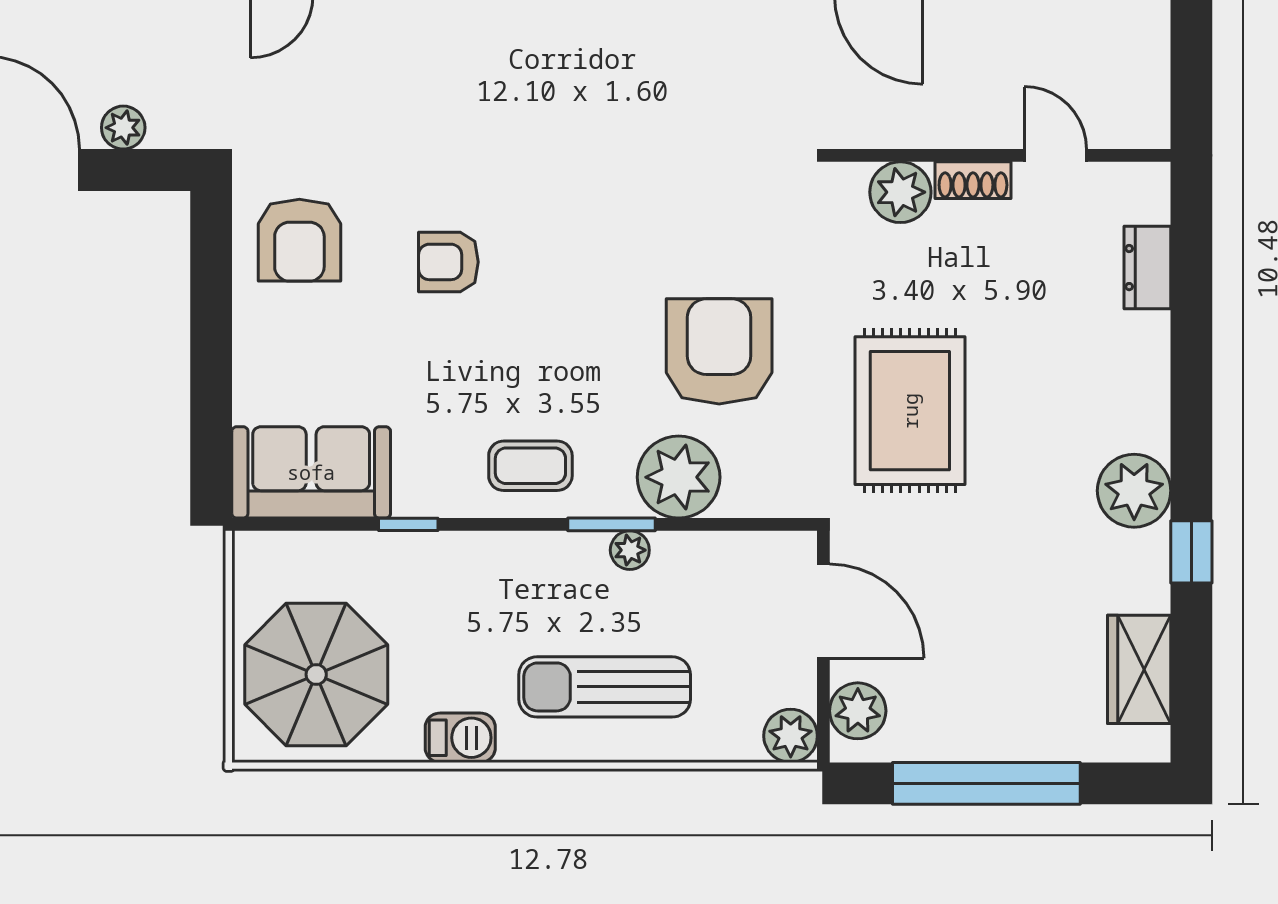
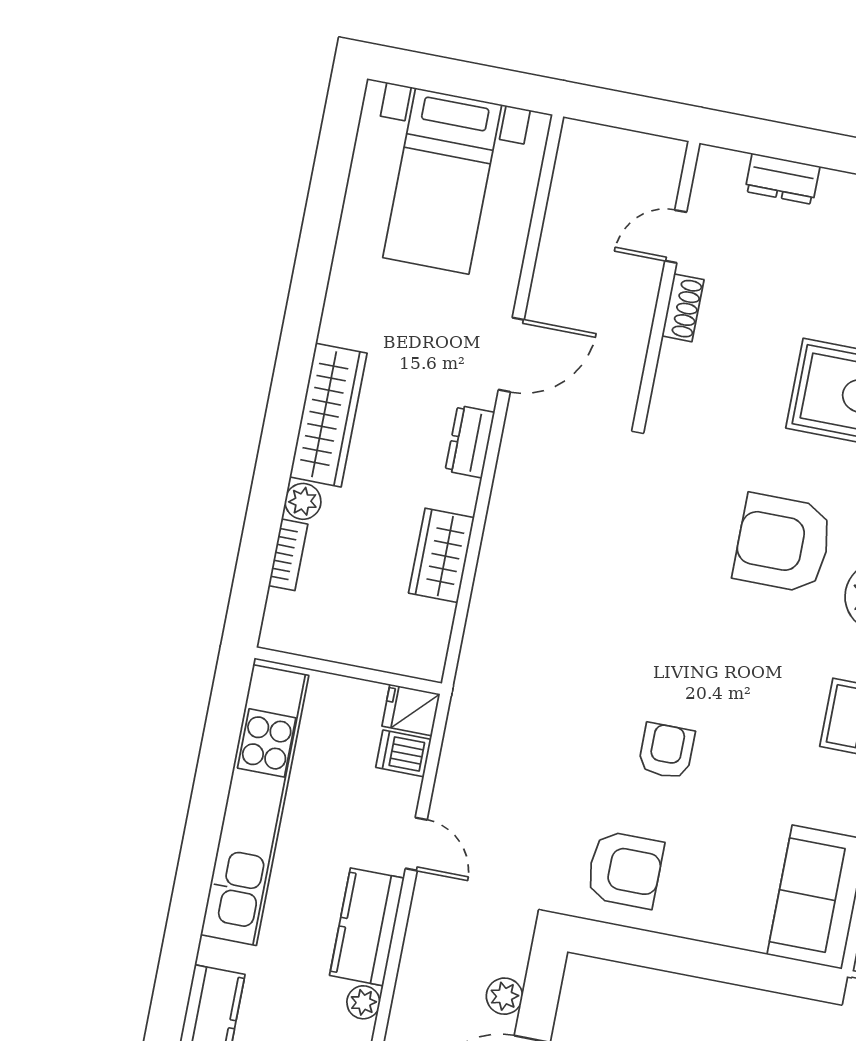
plant: (900, 192) -> (681, 369), removed
armchair: (448, 262) -> (666, 751), turned 180

